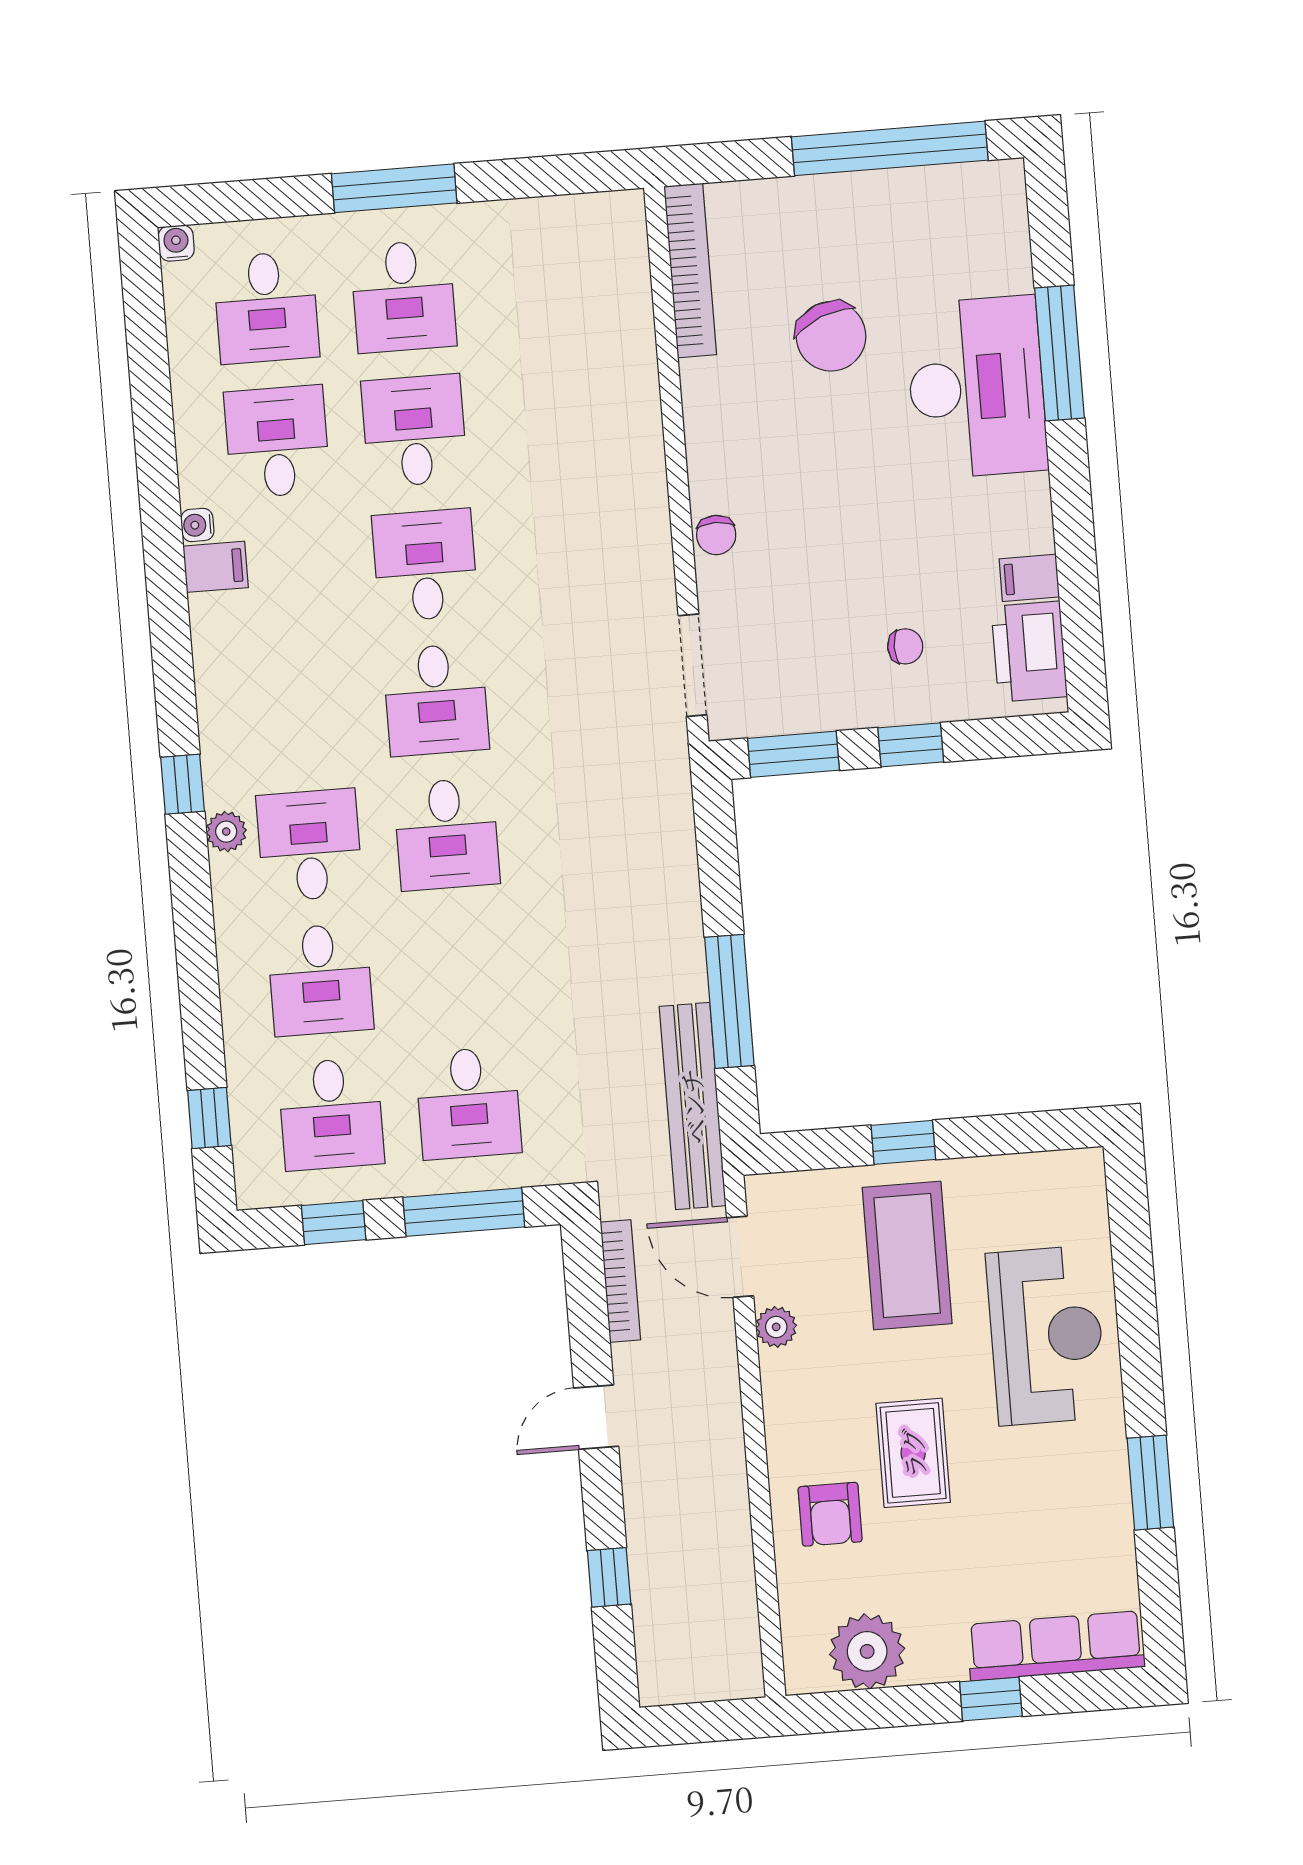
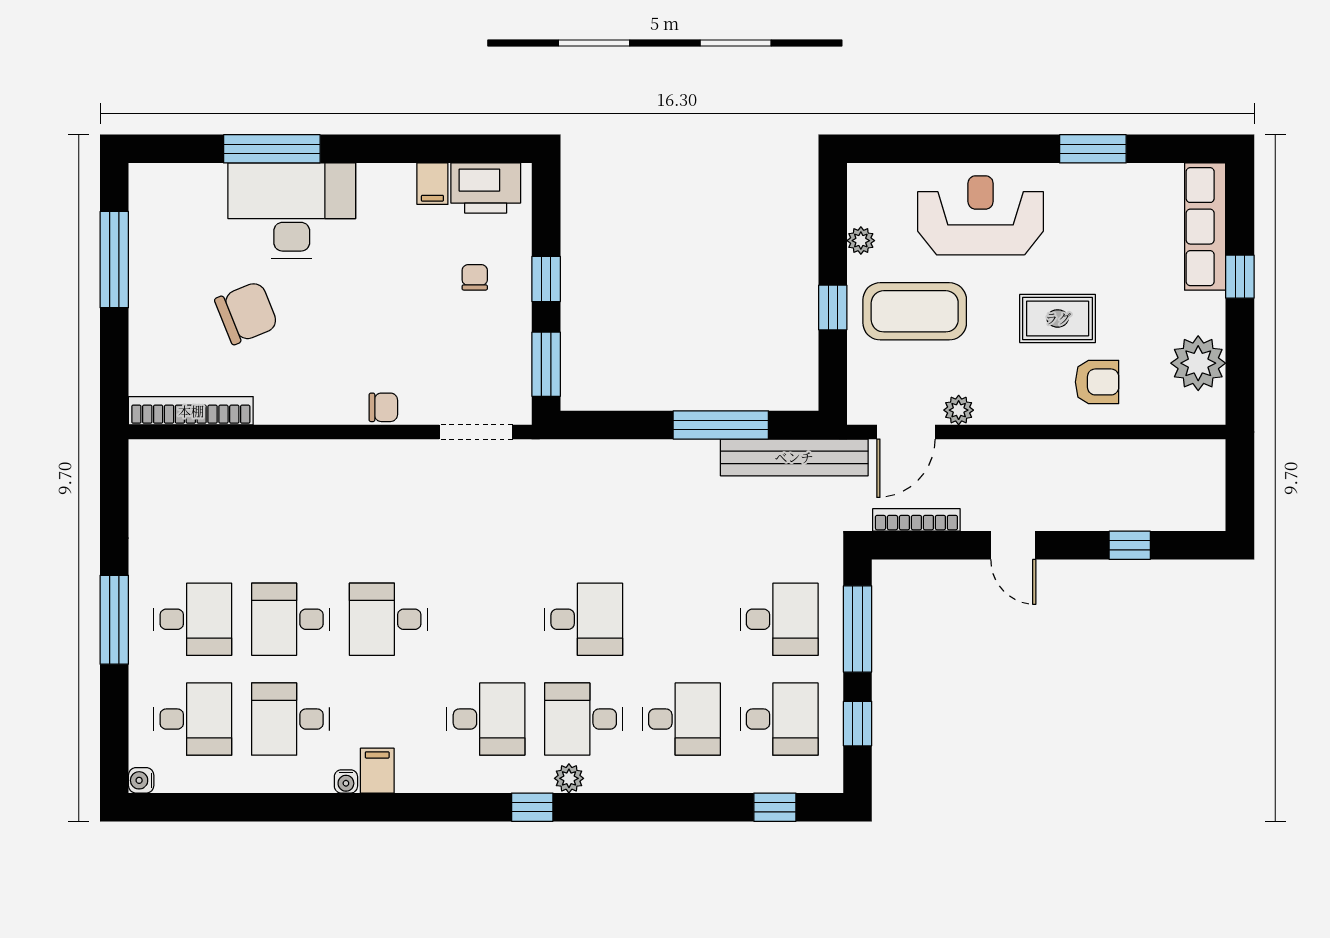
window: (890, 148) -> (114, 260), width x0.68
desk: (436, 700) -> (486, 719), moved
plant: (999, 1174) -> (861, 241), added

